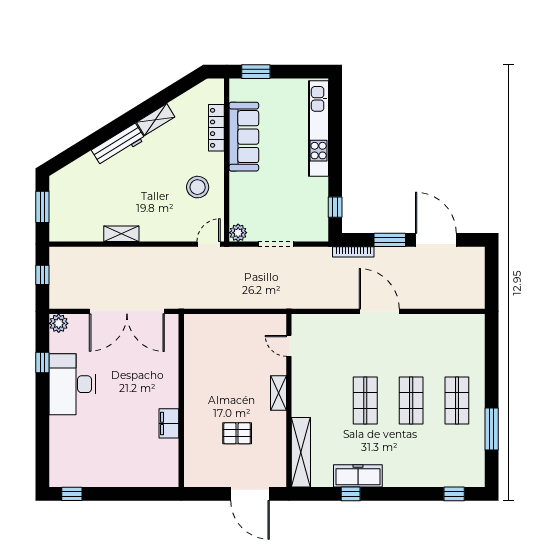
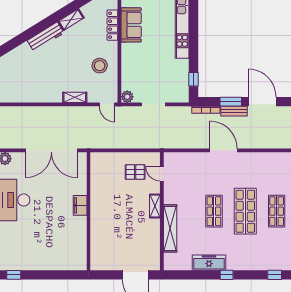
sofa: (244, 137) -> (131, 25), width x0.73
shelving: (121, 234) -> (75, 97), moved
door: (209, 244) -> (107, 104), swing flipped
bench: (394, 254) -> (234, 111), added
shop shelf: (411, 401) -> (245, 211), width x1.43, depth x1.36
filing cabinet: (169, 423) -> (80, 205), moved
pallet: (237, 433) -> (135, 172), moved
shelving: (301, 452) -> (170, 228), moved
window: (351, 494) -> (227, 275), moved

